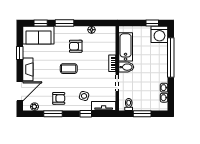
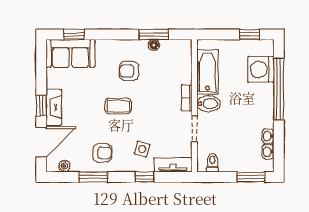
window: (64, 23) -> (154, 34), moved
washing machine: (159, 34) -> (261, 69), moved, turned 90
window: (20, 53) -> (41, 106), moved
window: (142, 114) -> (251, 177), moved

